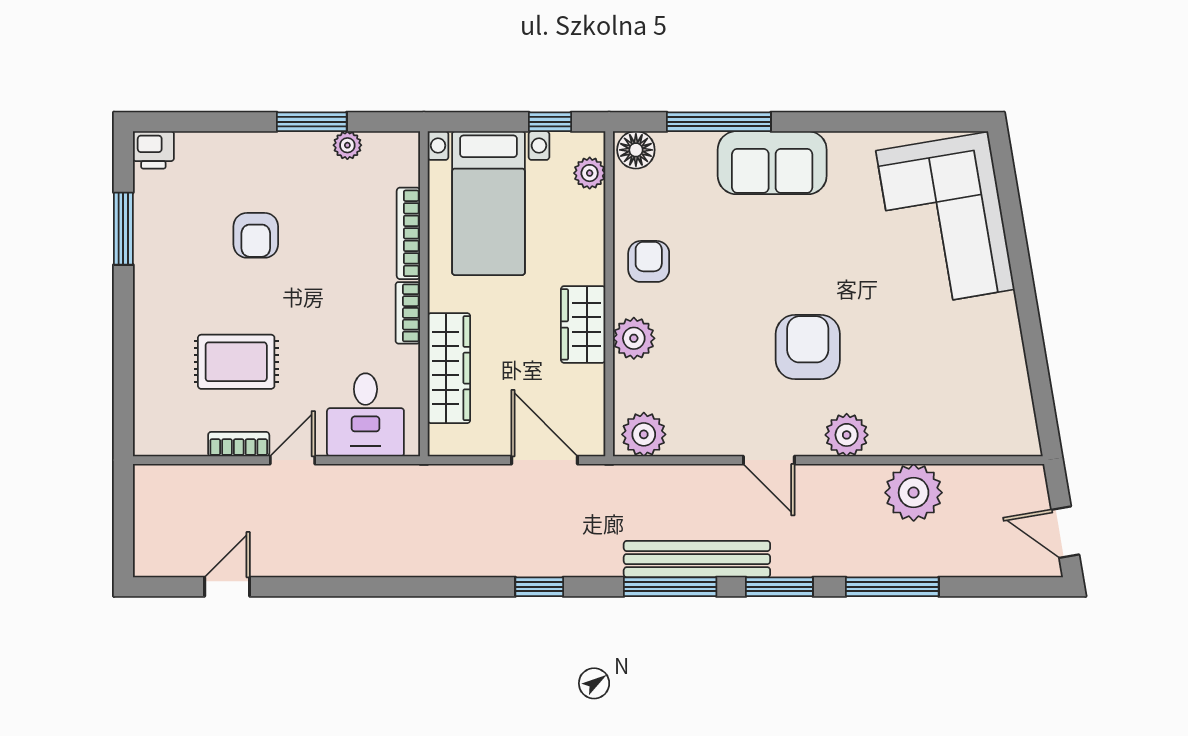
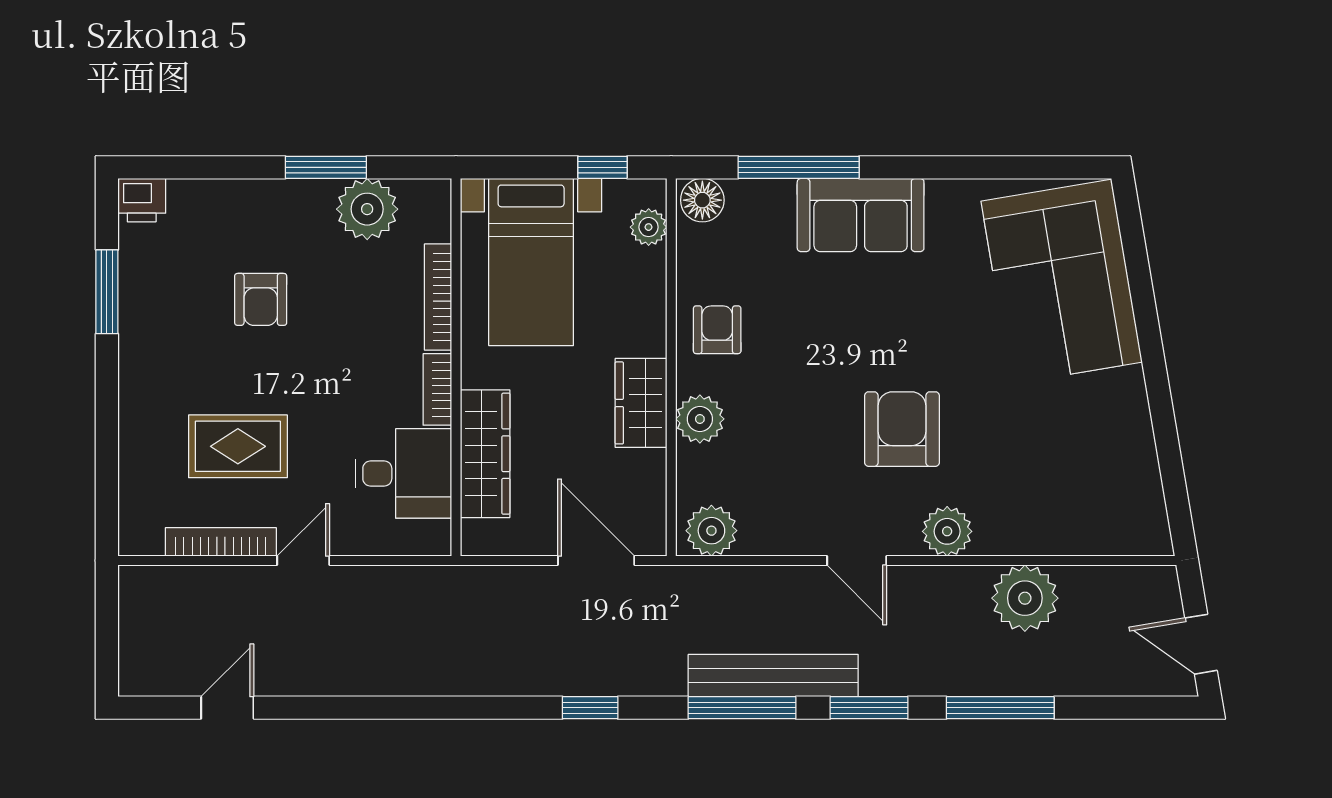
plant: (347, 145) -> (367, 209), width x1.87, depth x1.87
desk: (365, 415) -> (403, 473), moved, turned -90
bookcase: (239, 444) -> (221, 542), width x1.56

